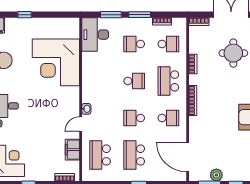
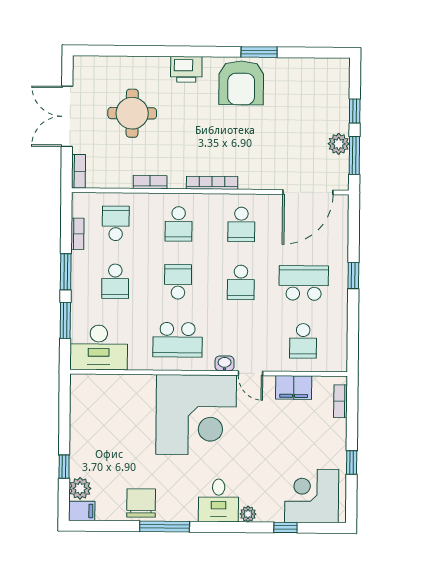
plant: (12, 24) -> (80, 488), added
corner desk: (56, 62) -> (196, 415), moved
school desk: (100, 81) -> (178, 340), added
school desk: (168, 81) -> (179, 224), width x0.54
school desk: (168, 118) -> (241, 224), turned 180
school desk: (100, 155) -> (303, 341), width x0.54
school desk: (134, 155) -> (304, 283), turned 180

